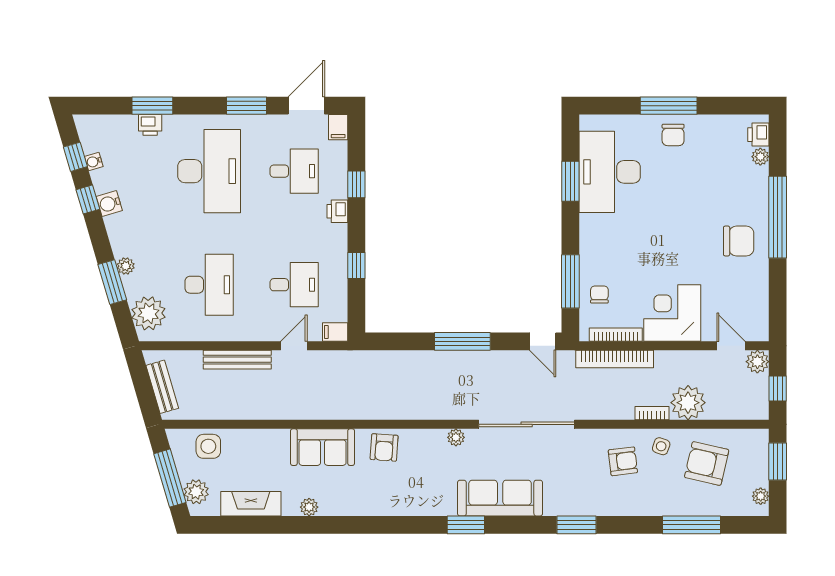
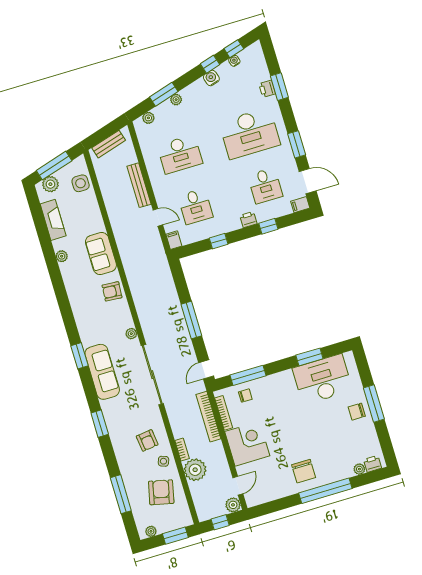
plant: (148, 313) -> (148, 118), width x0.53, depth x0.53

